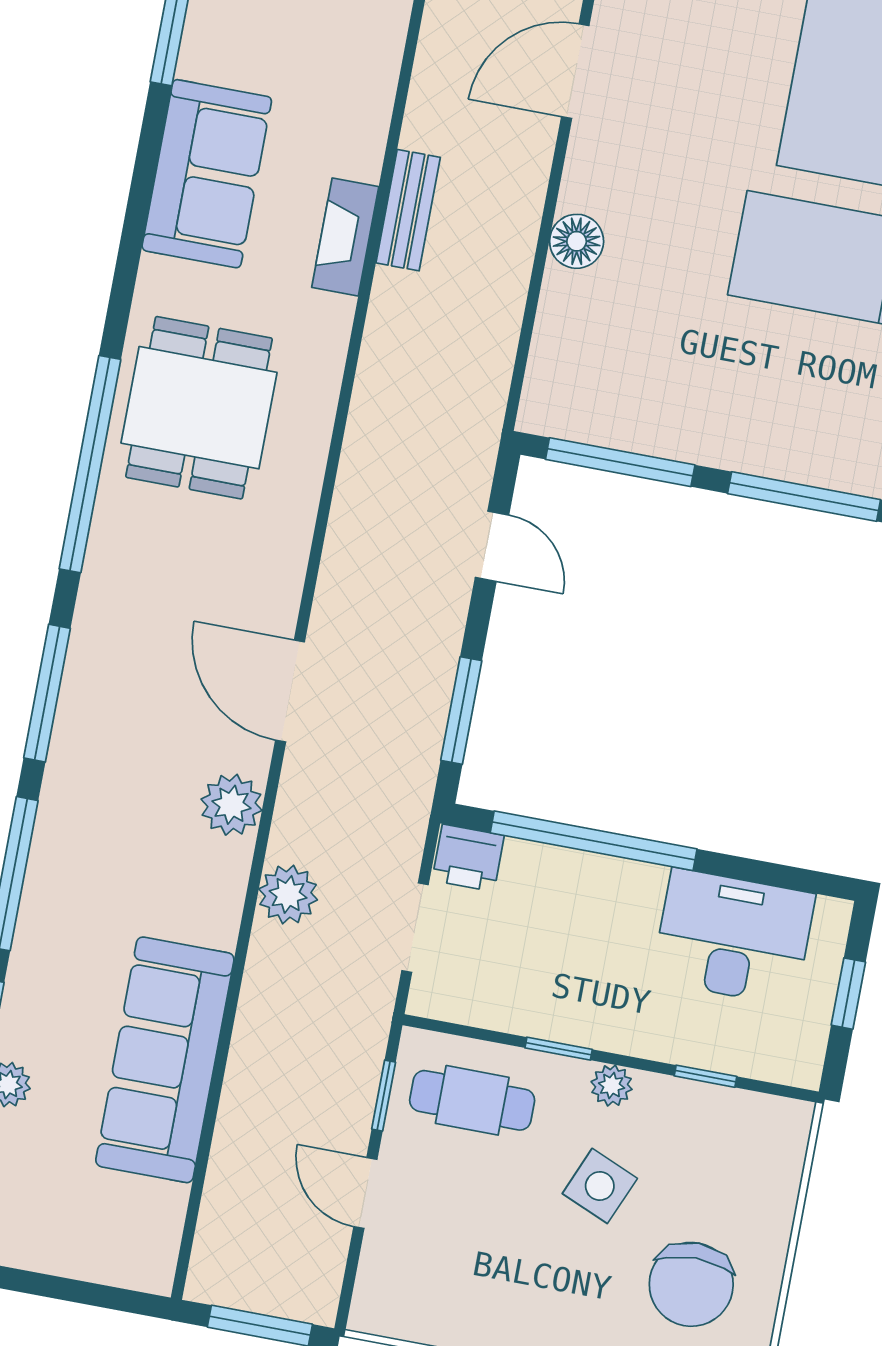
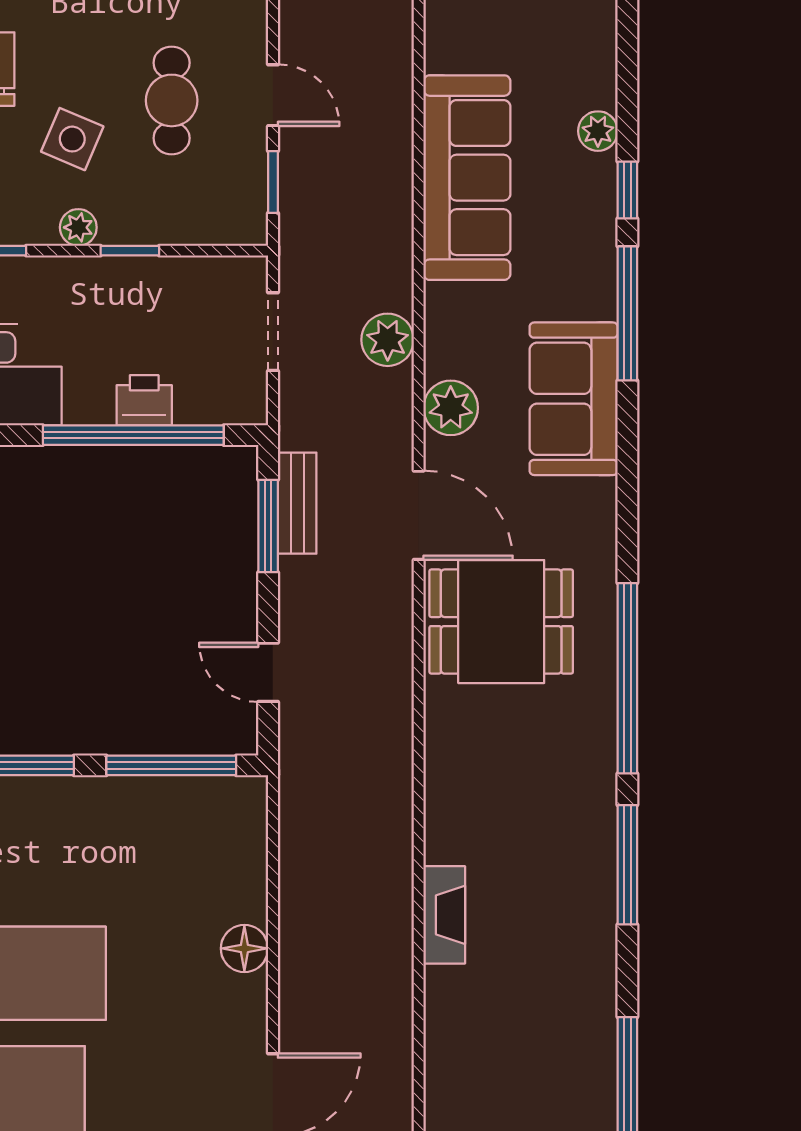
sofa: (207, 174) -> (574, 399), moved
bench: (408, 210) -> (297, 503), moved
dining table: (199, 408) -> (501, 622), moved, turned 90
window: (47, 693) -> (627, 865), moved
printer: (468, 858) -> (144, 400), moved
cafe table: (472, 1100) -> (172, 100), moved, turned 90

